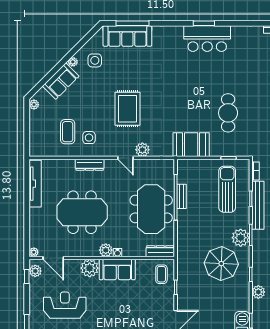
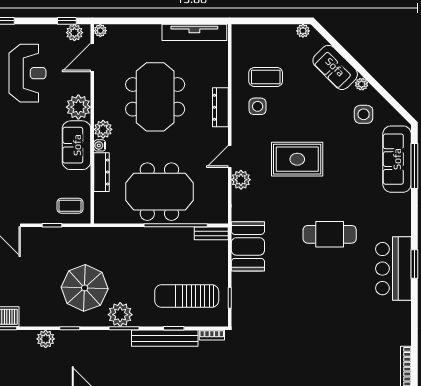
cafe table: (228, 113) -> (330, 234), moved
sun lounger: (227, 189) -> (187, 296), turned 180
bench: (182, 196) -> (211, 233), moved
dresser: (160, 251) -> (102, 172), moved

